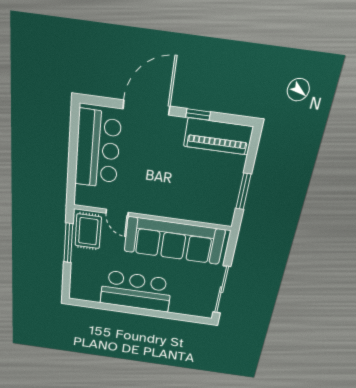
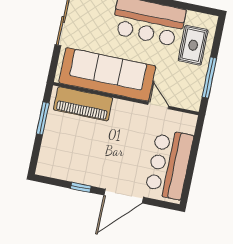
piano: (218, 136) -> (83, 104), moved, turned 180
rug: (88, 231) -> (193, 45), moved

